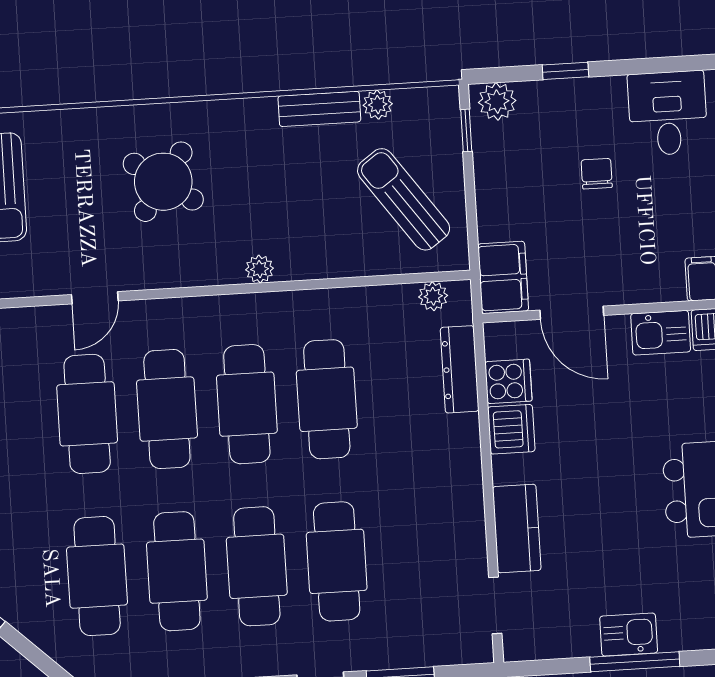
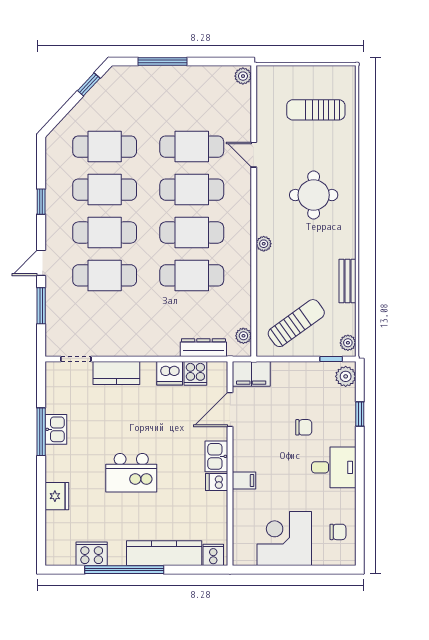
plant: (378, 105) -> (348, 343), moved
round table: (163, 182) -> (314, 195), turned -35

